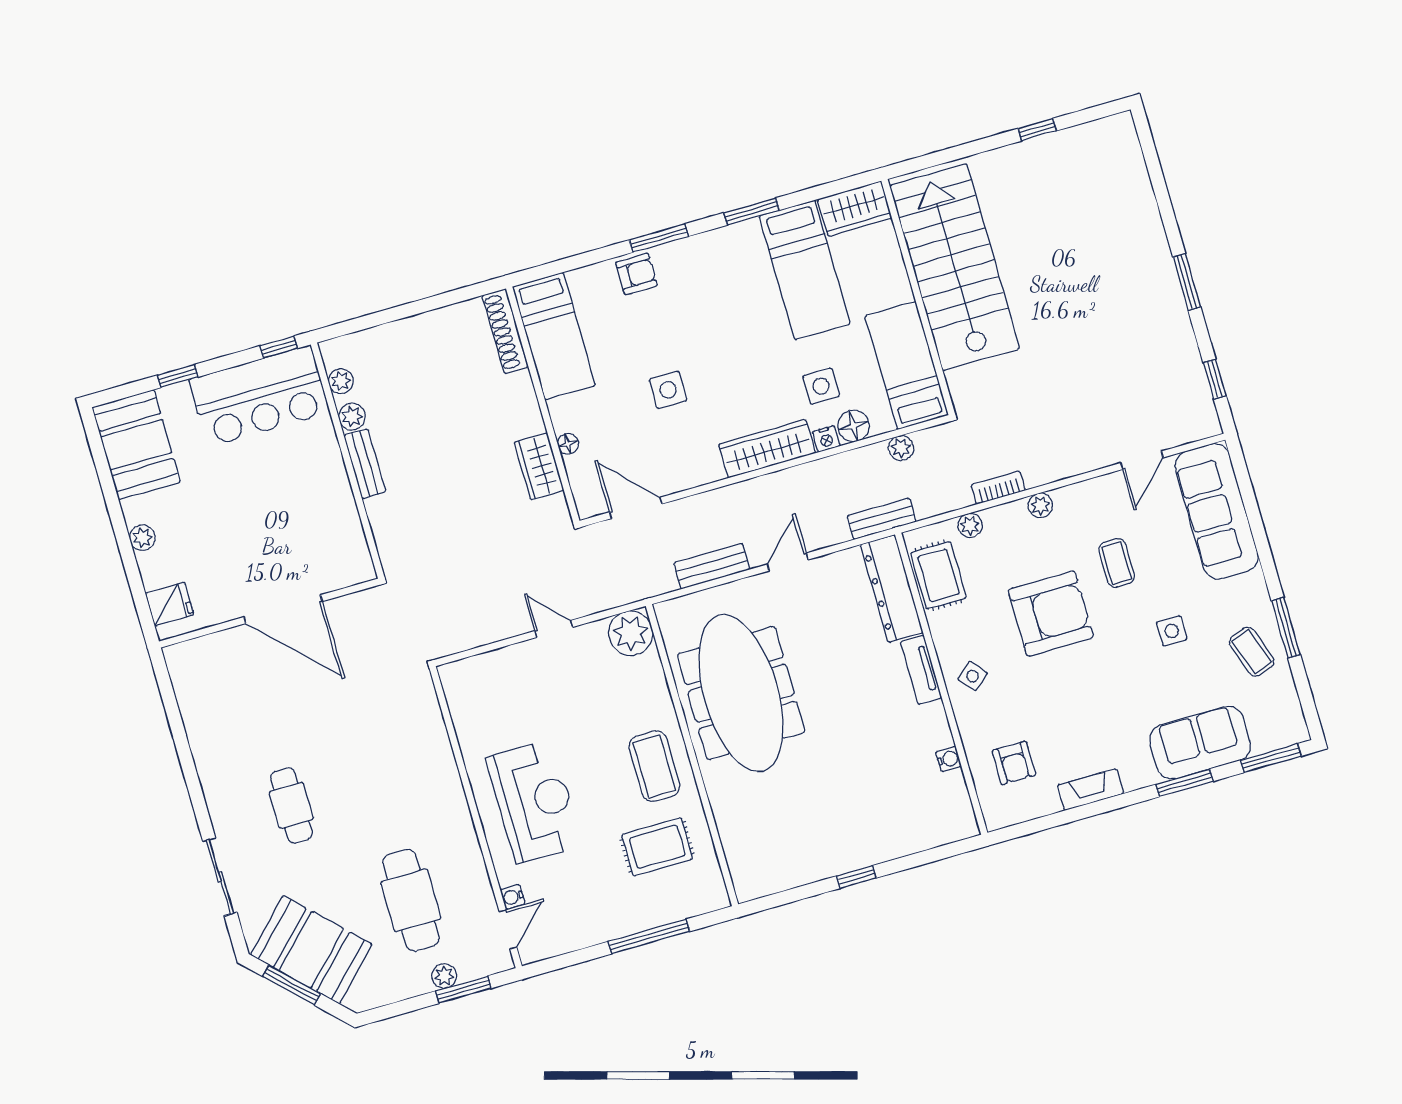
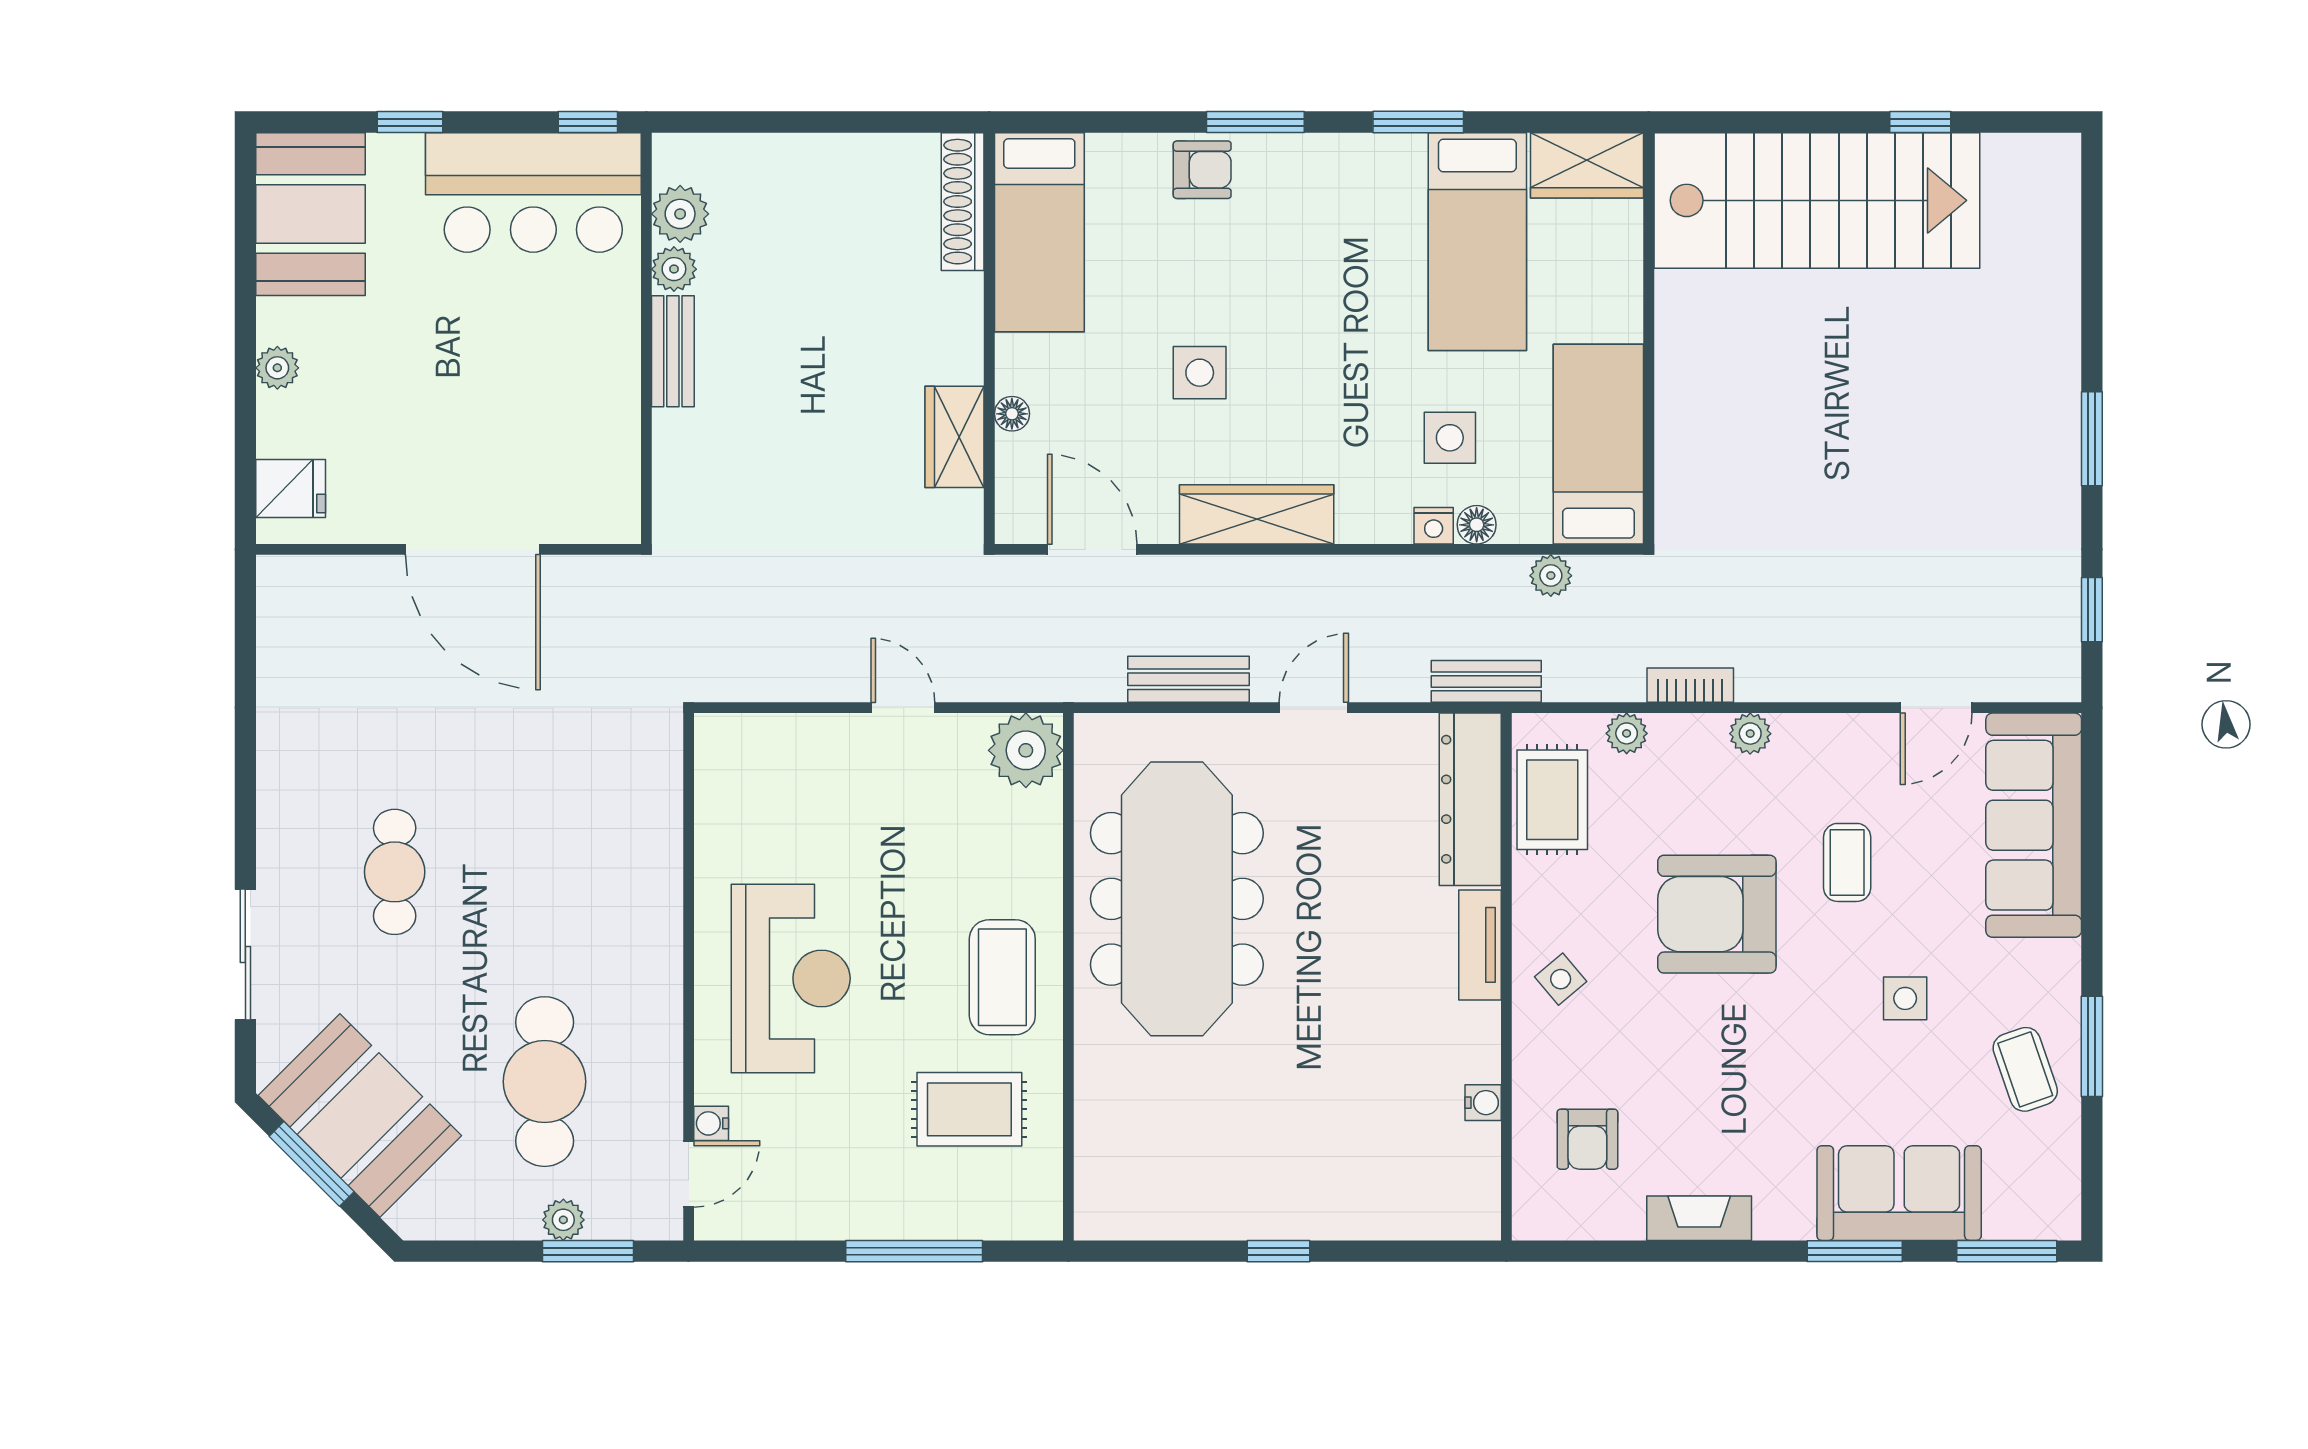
stairs: (955, 267) -> (1817, 200), moved, turned 90
plant: (341, 381) -> (680, 214), width x1.38, depth x1.38
floor lamp: (853, 426) -> (1477, 525), width x0.73, depth x0.73
wardrobe: (767, 449) -> (1257, 514), moved
armchair: (1051, 614) -> (1717, 914), turned 180

